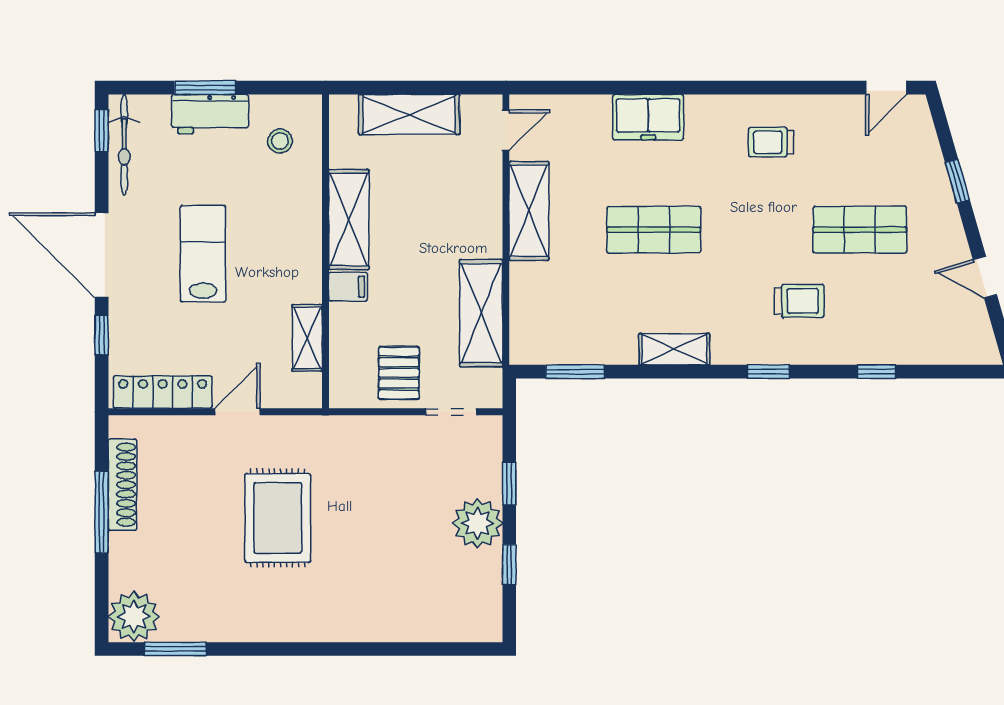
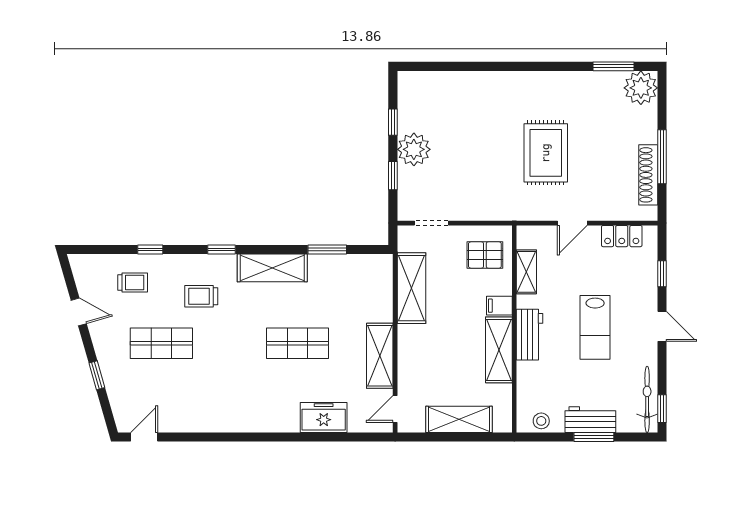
freezer: (648, 117) -> (324, 418), moved
stool: (280, 141) -> (541, 421), moved
trolley: (771, 142) -> (133, 283), moved
workbench: (302, 243) -> (530, 335), added
door: (102, 255) -> (662, 326), width x0.53
shelving: (674, 349) -> (272, 268), width x1.50, depth x1.33
window: (575, 372) -> (327, 250), moved
pallet: (399, 373) -> (485, 255), moved, turned 90
locker: (163, 392) -> (622, 236), width x0.66

